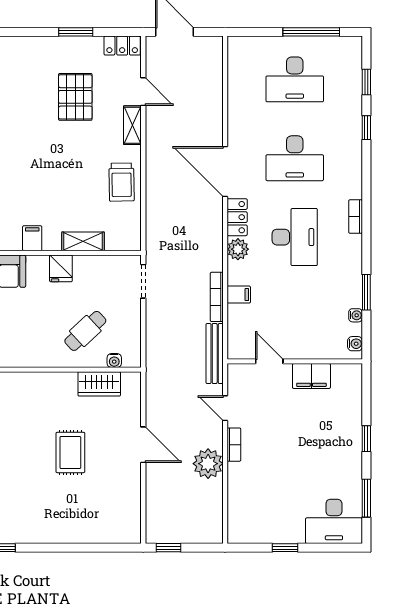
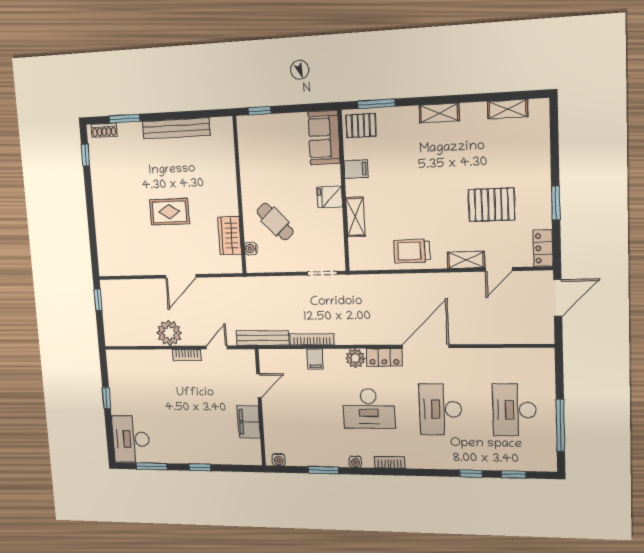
water cooler: (356, 315) -> (355, 462), moved

